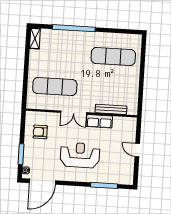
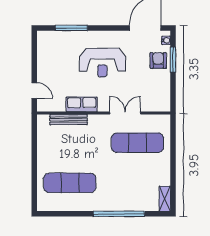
double door: (74, 112) -> (125, 113), moved
armchair: (40, 132) -> (158, 61), moved, turned -90
door: (137, 150) -> (34, 91), moved

